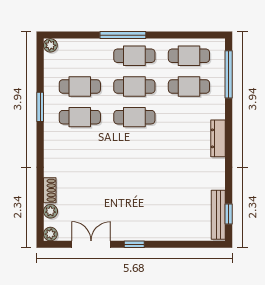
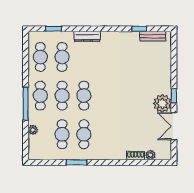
plant: (50, 45) -> (33, 130), moved
window: (229, 74) -> (54, 29), width x0.46
dresser: (218, 138) -> (87, 36), moved
window: (229, 214) -> (139, 29), moved
bench: (218, 215) -> (153, 36), width x0.73
plant: (50, 234) -> (162, 103), moved, width x1.88, depth x1.88

